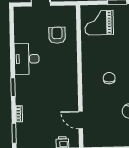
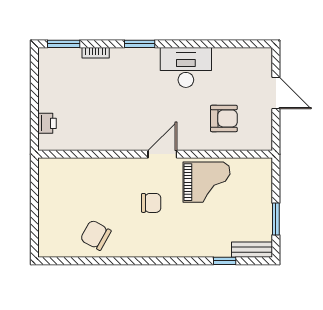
grand piano: (99, 23) -> (207, 182), moved, turned 90
door: (81, 120) -> (162, 154), moved

